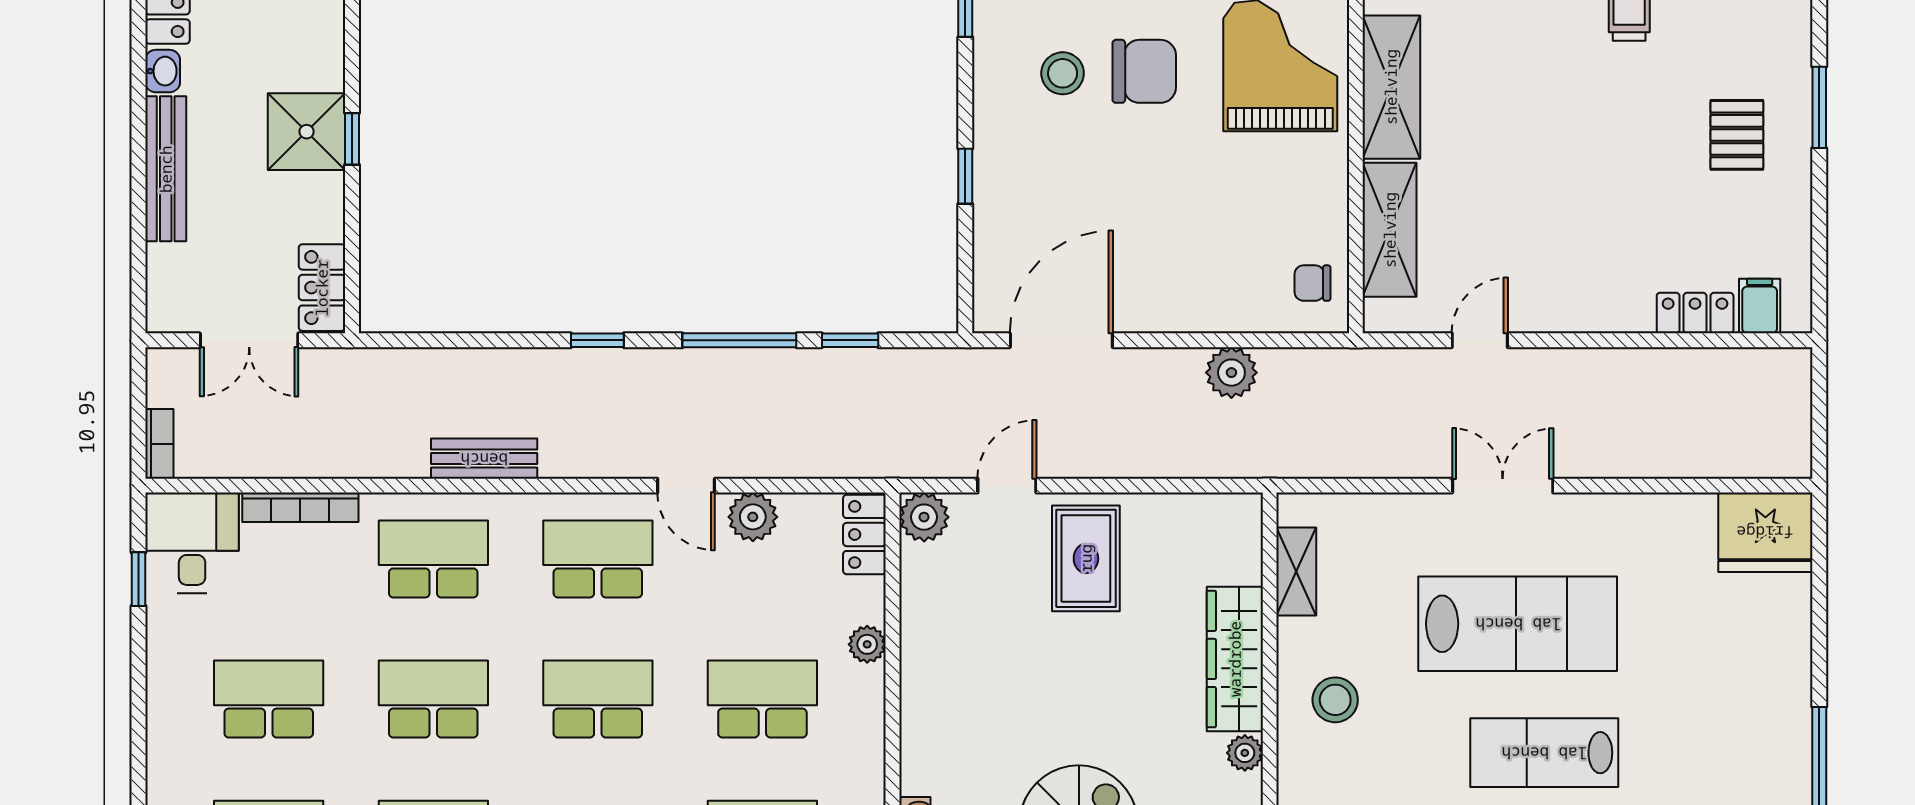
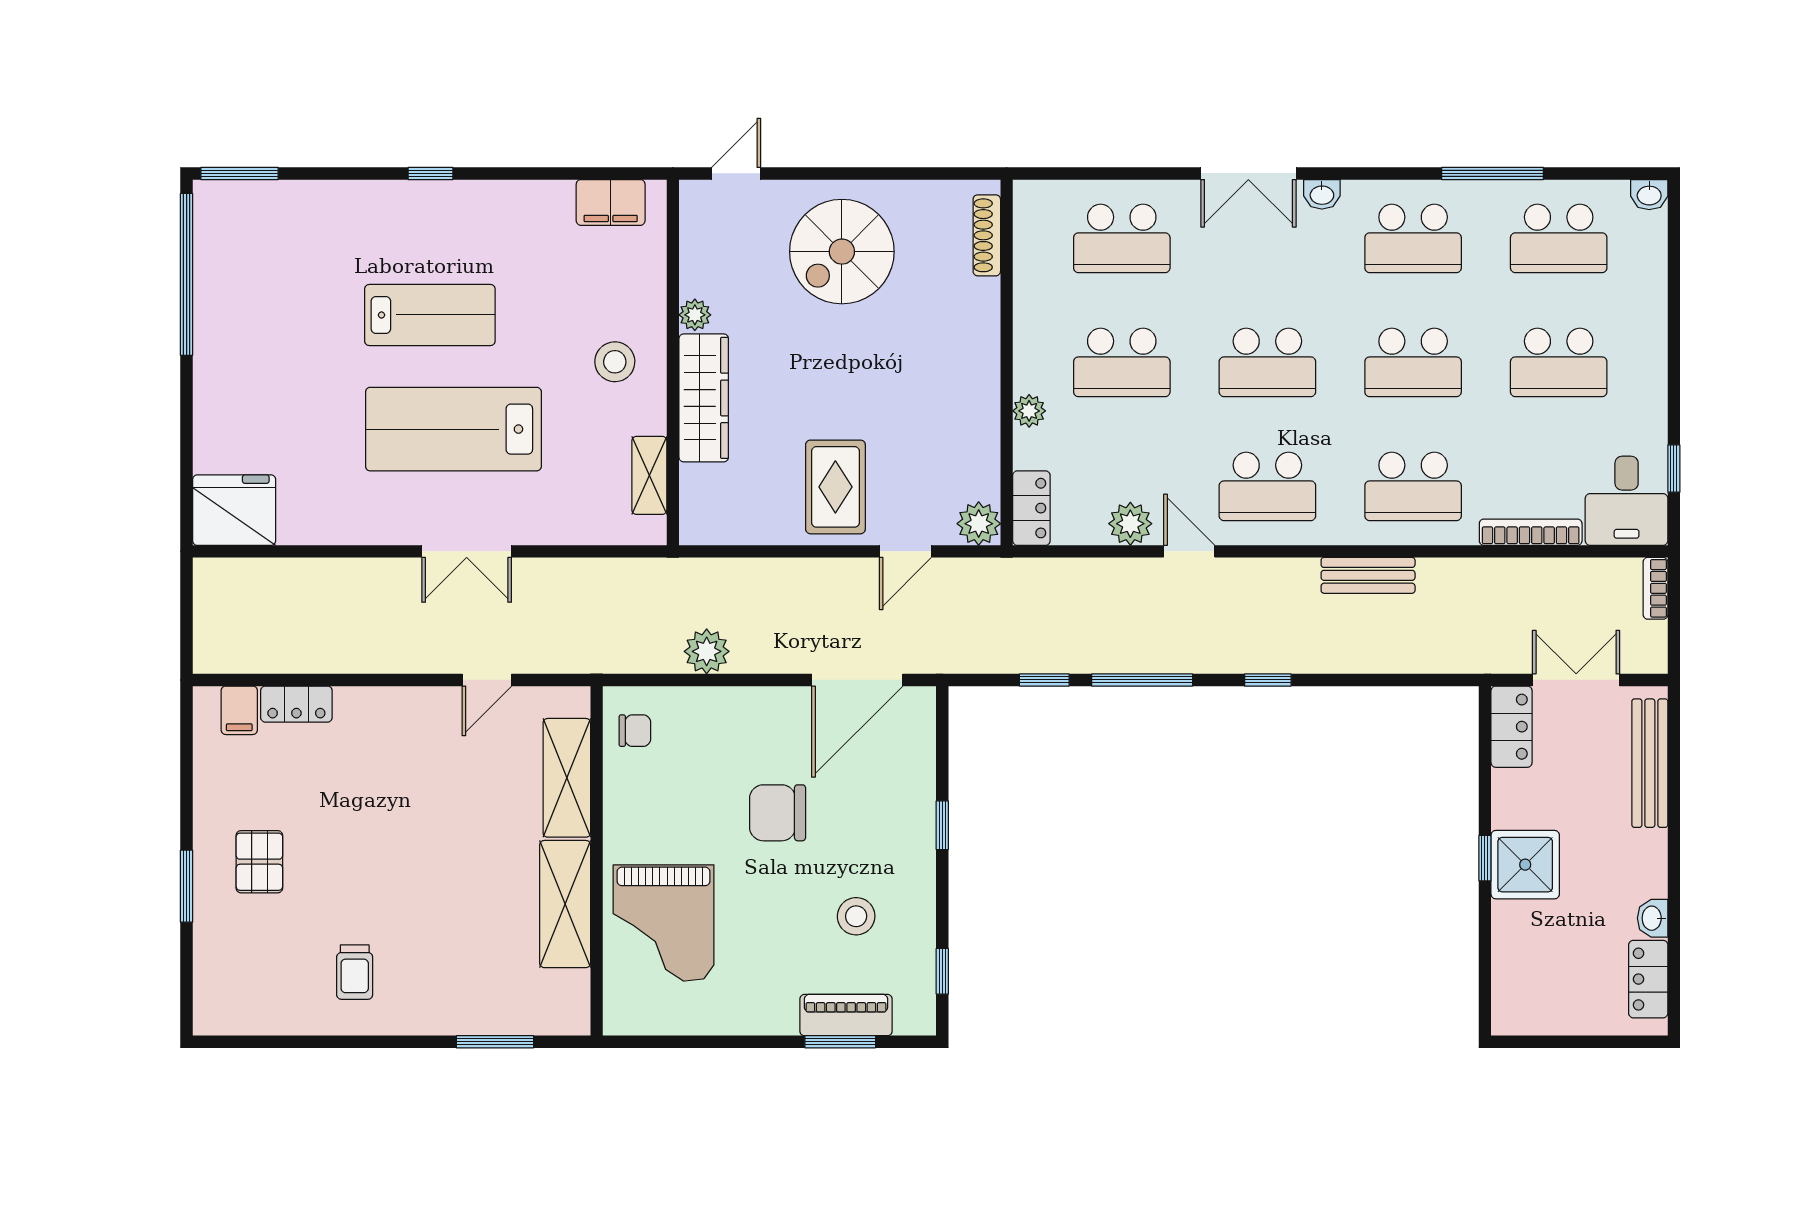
chair: (1144, 71) -> (778, 813), moved
bench: (166, 169) -> (1650, 763), moved

